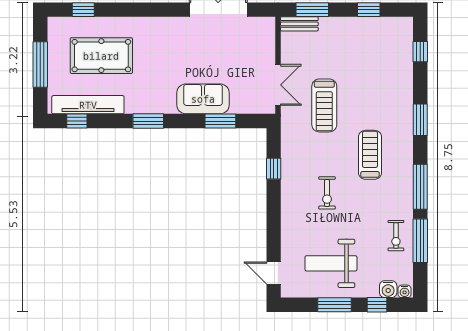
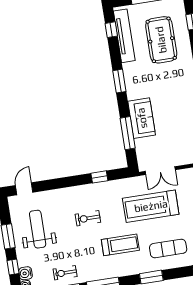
exercise mat: (385, 91) -> (168, 248), added
treadmill: (324, 105) -> (151, 206), width x1.37, depth x1.38
window: (220, 121) -> (128, 133), width x1.44

